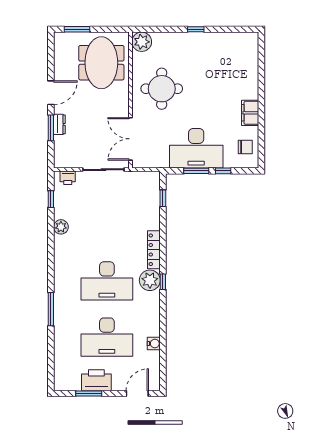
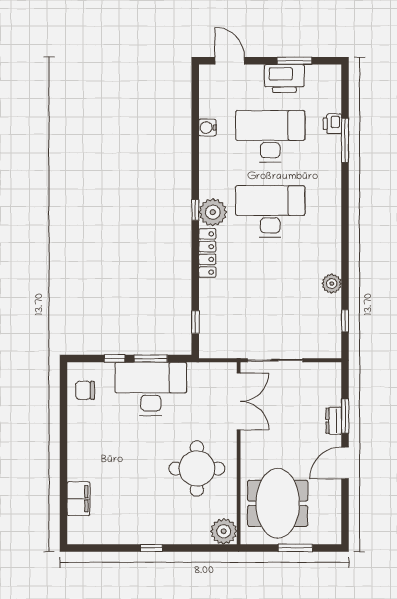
window: (77, 29) -> (295, 548), moved
filing cabinet: (250, 113) -> (78, 499), moved
printer: (68, 178) -> (332, 124), moved, turned -90
window: (51, 309) -> (345, 140), moved
door: (137, 394) -> (230, 61), swing flipped

